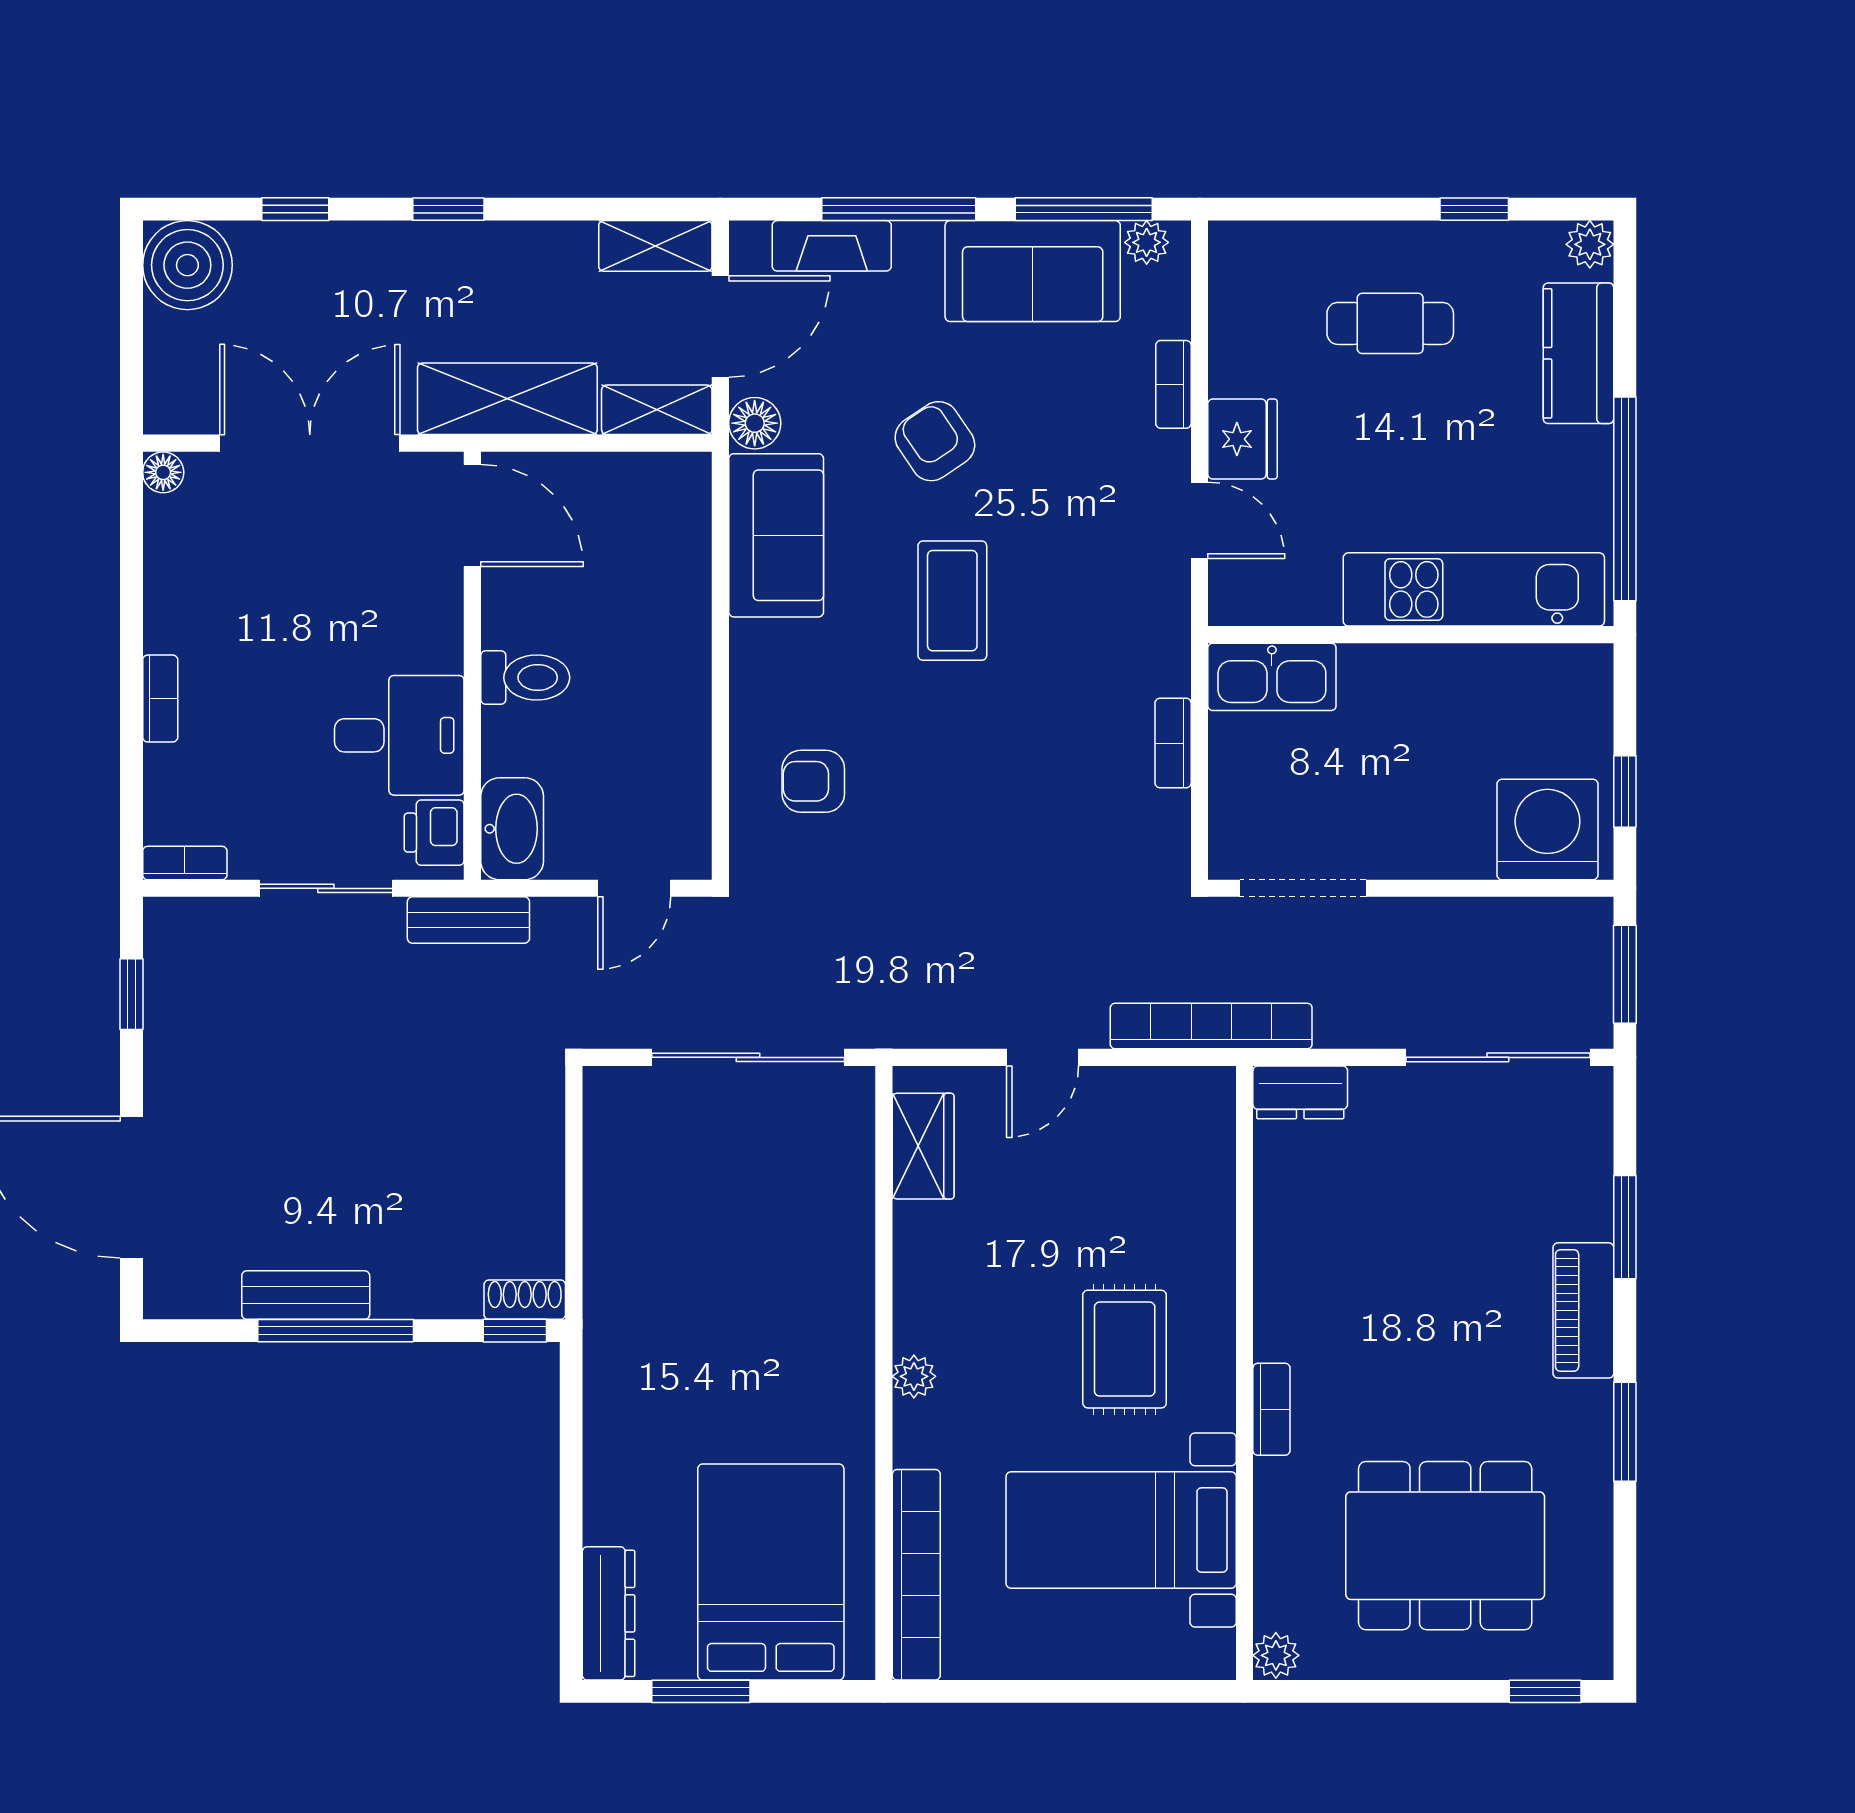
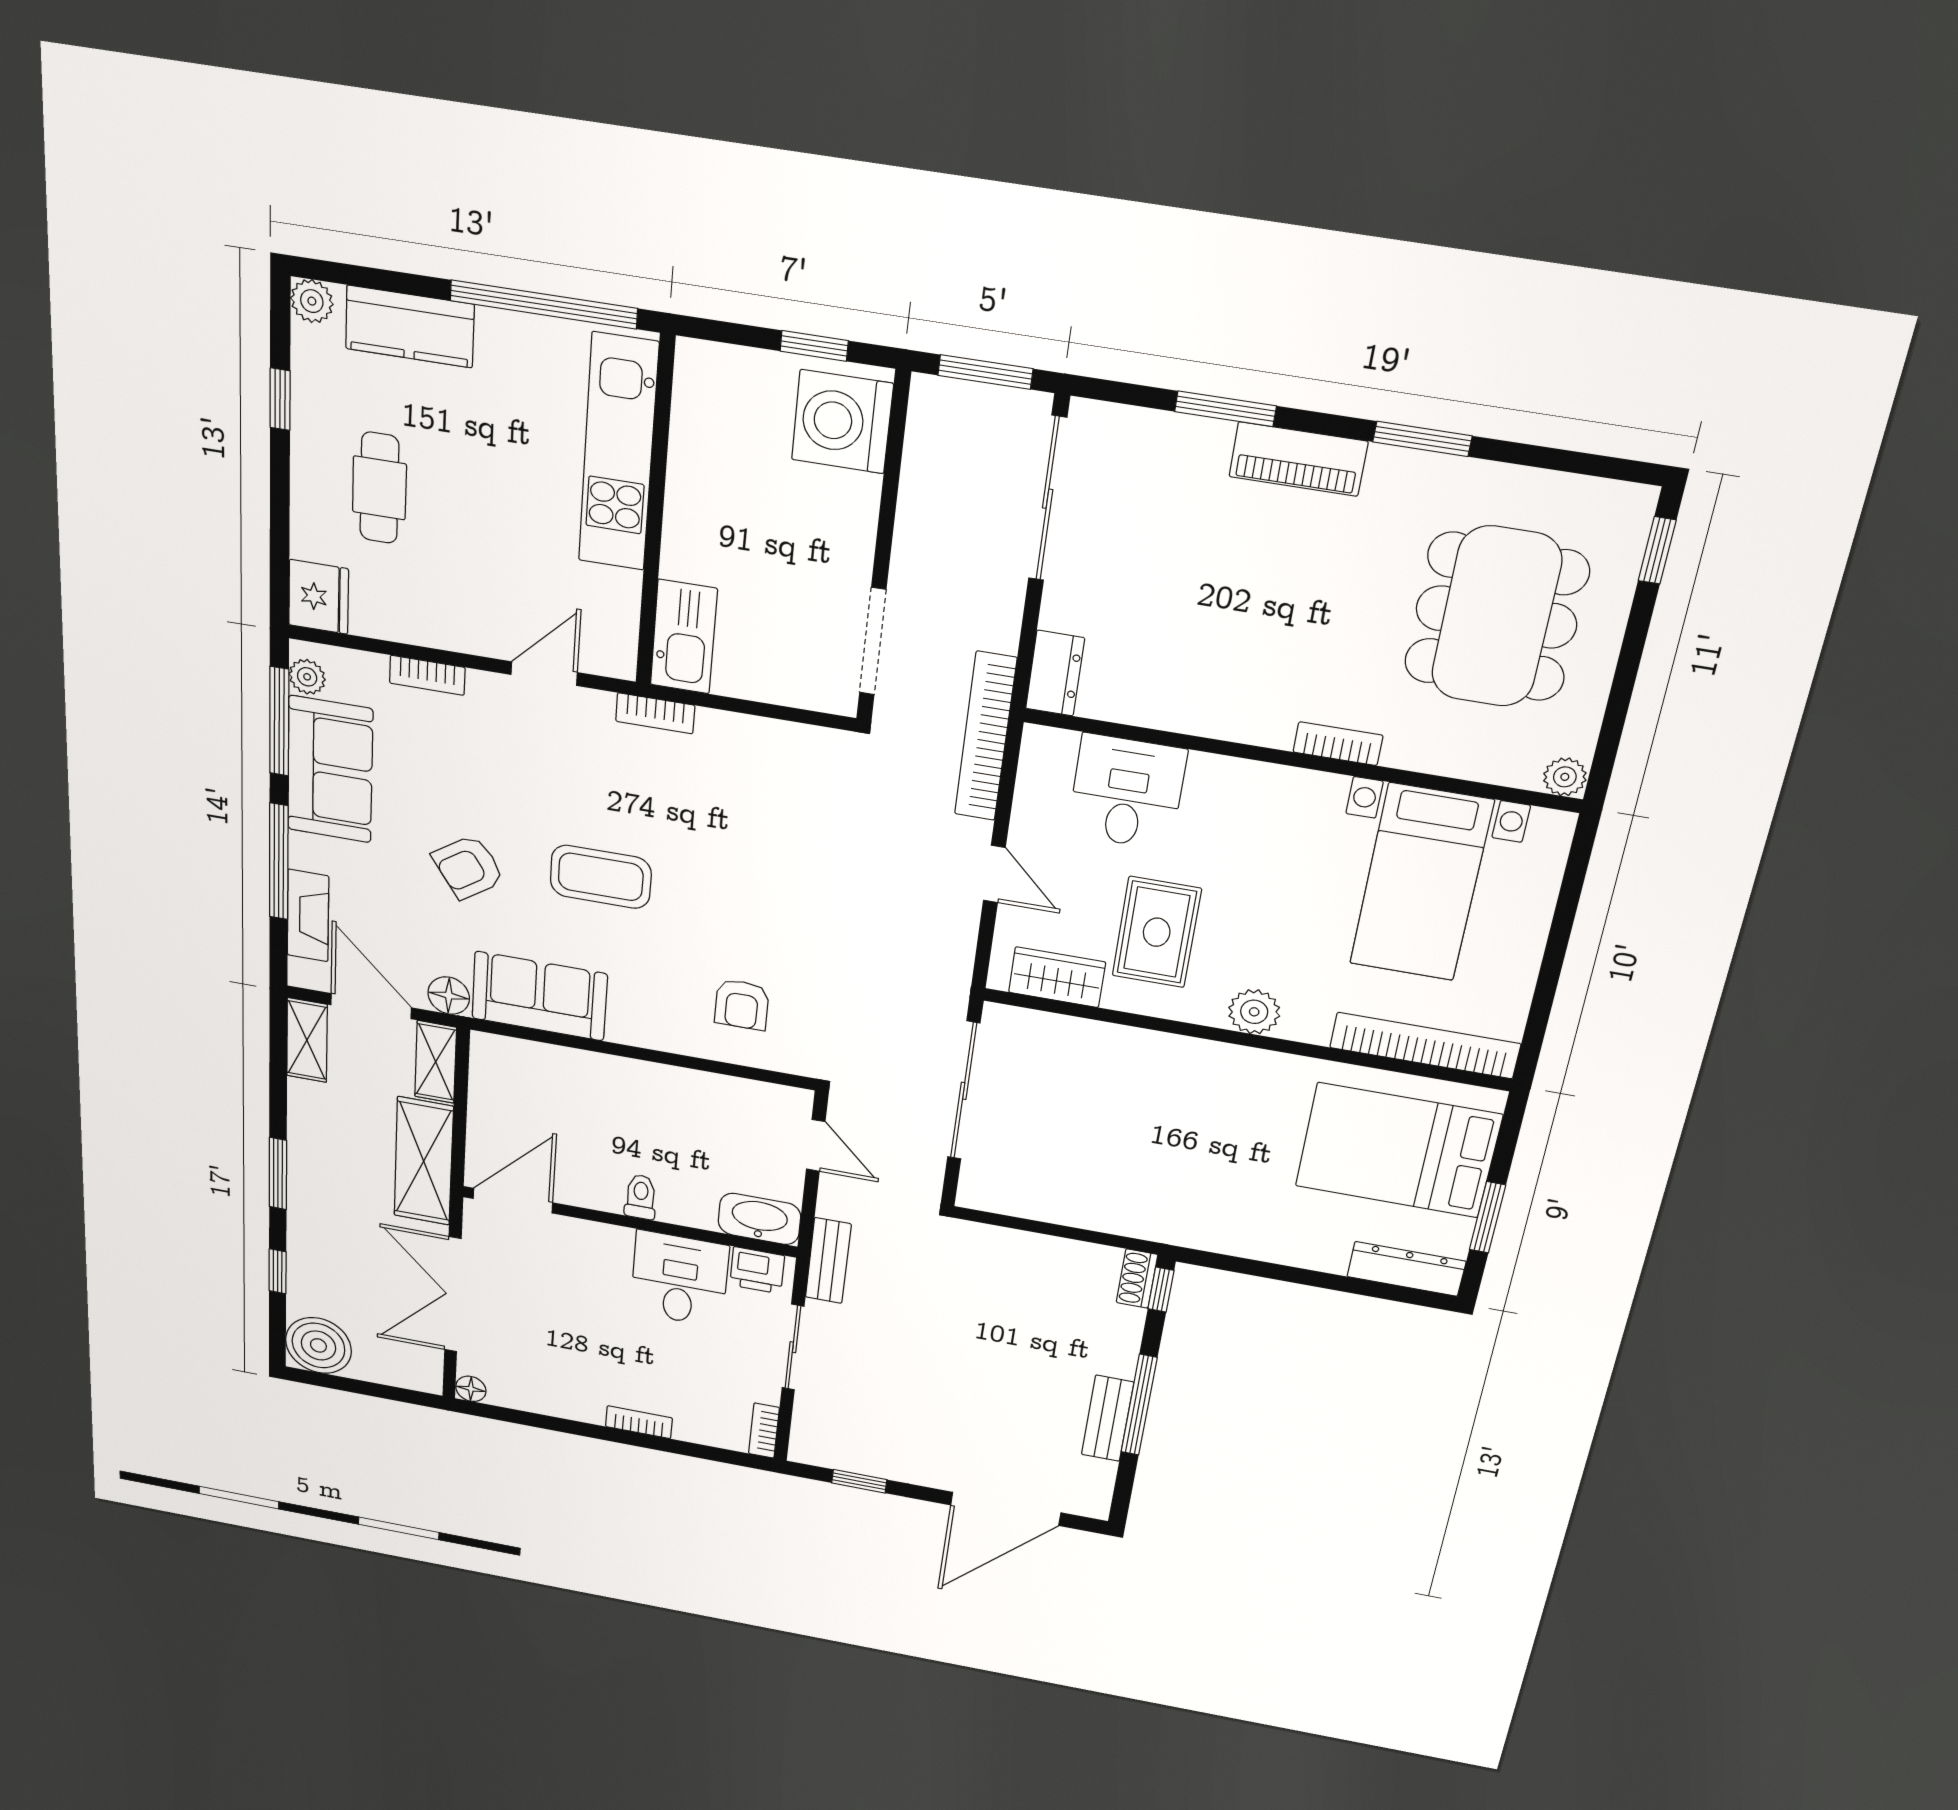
window: (448, 209) -> (278, 1174), width x1.50
fridge: (1242, 439) -> (319, 597), moved, turned 90
toilet: (525, 678) -> (641, 1197), width x0.73, depth x0.72
bookcase: (1173, 743) -> (655, 713), moved
desk: (1172, 1191) -> (1127, 792), added
rug: (1125, 1349) -> (1157, 932), moved, turned 90
plant: (914, 1376) -> (1254, 1012), width x1.38, depth x1.38

